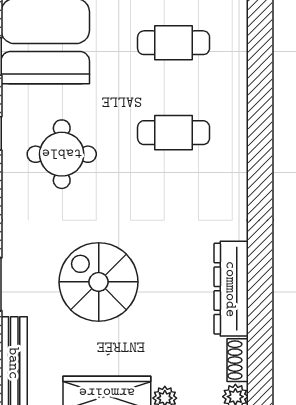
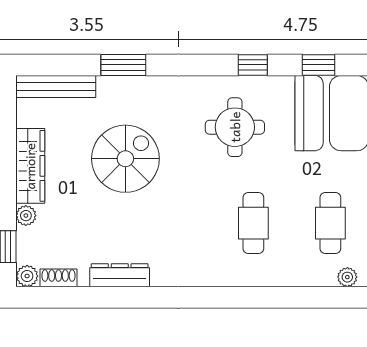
plant: (237, 23) -> (347, 277), added
dresser: (231, 289) -> (120, 275), width x0.73, depth x0.80

